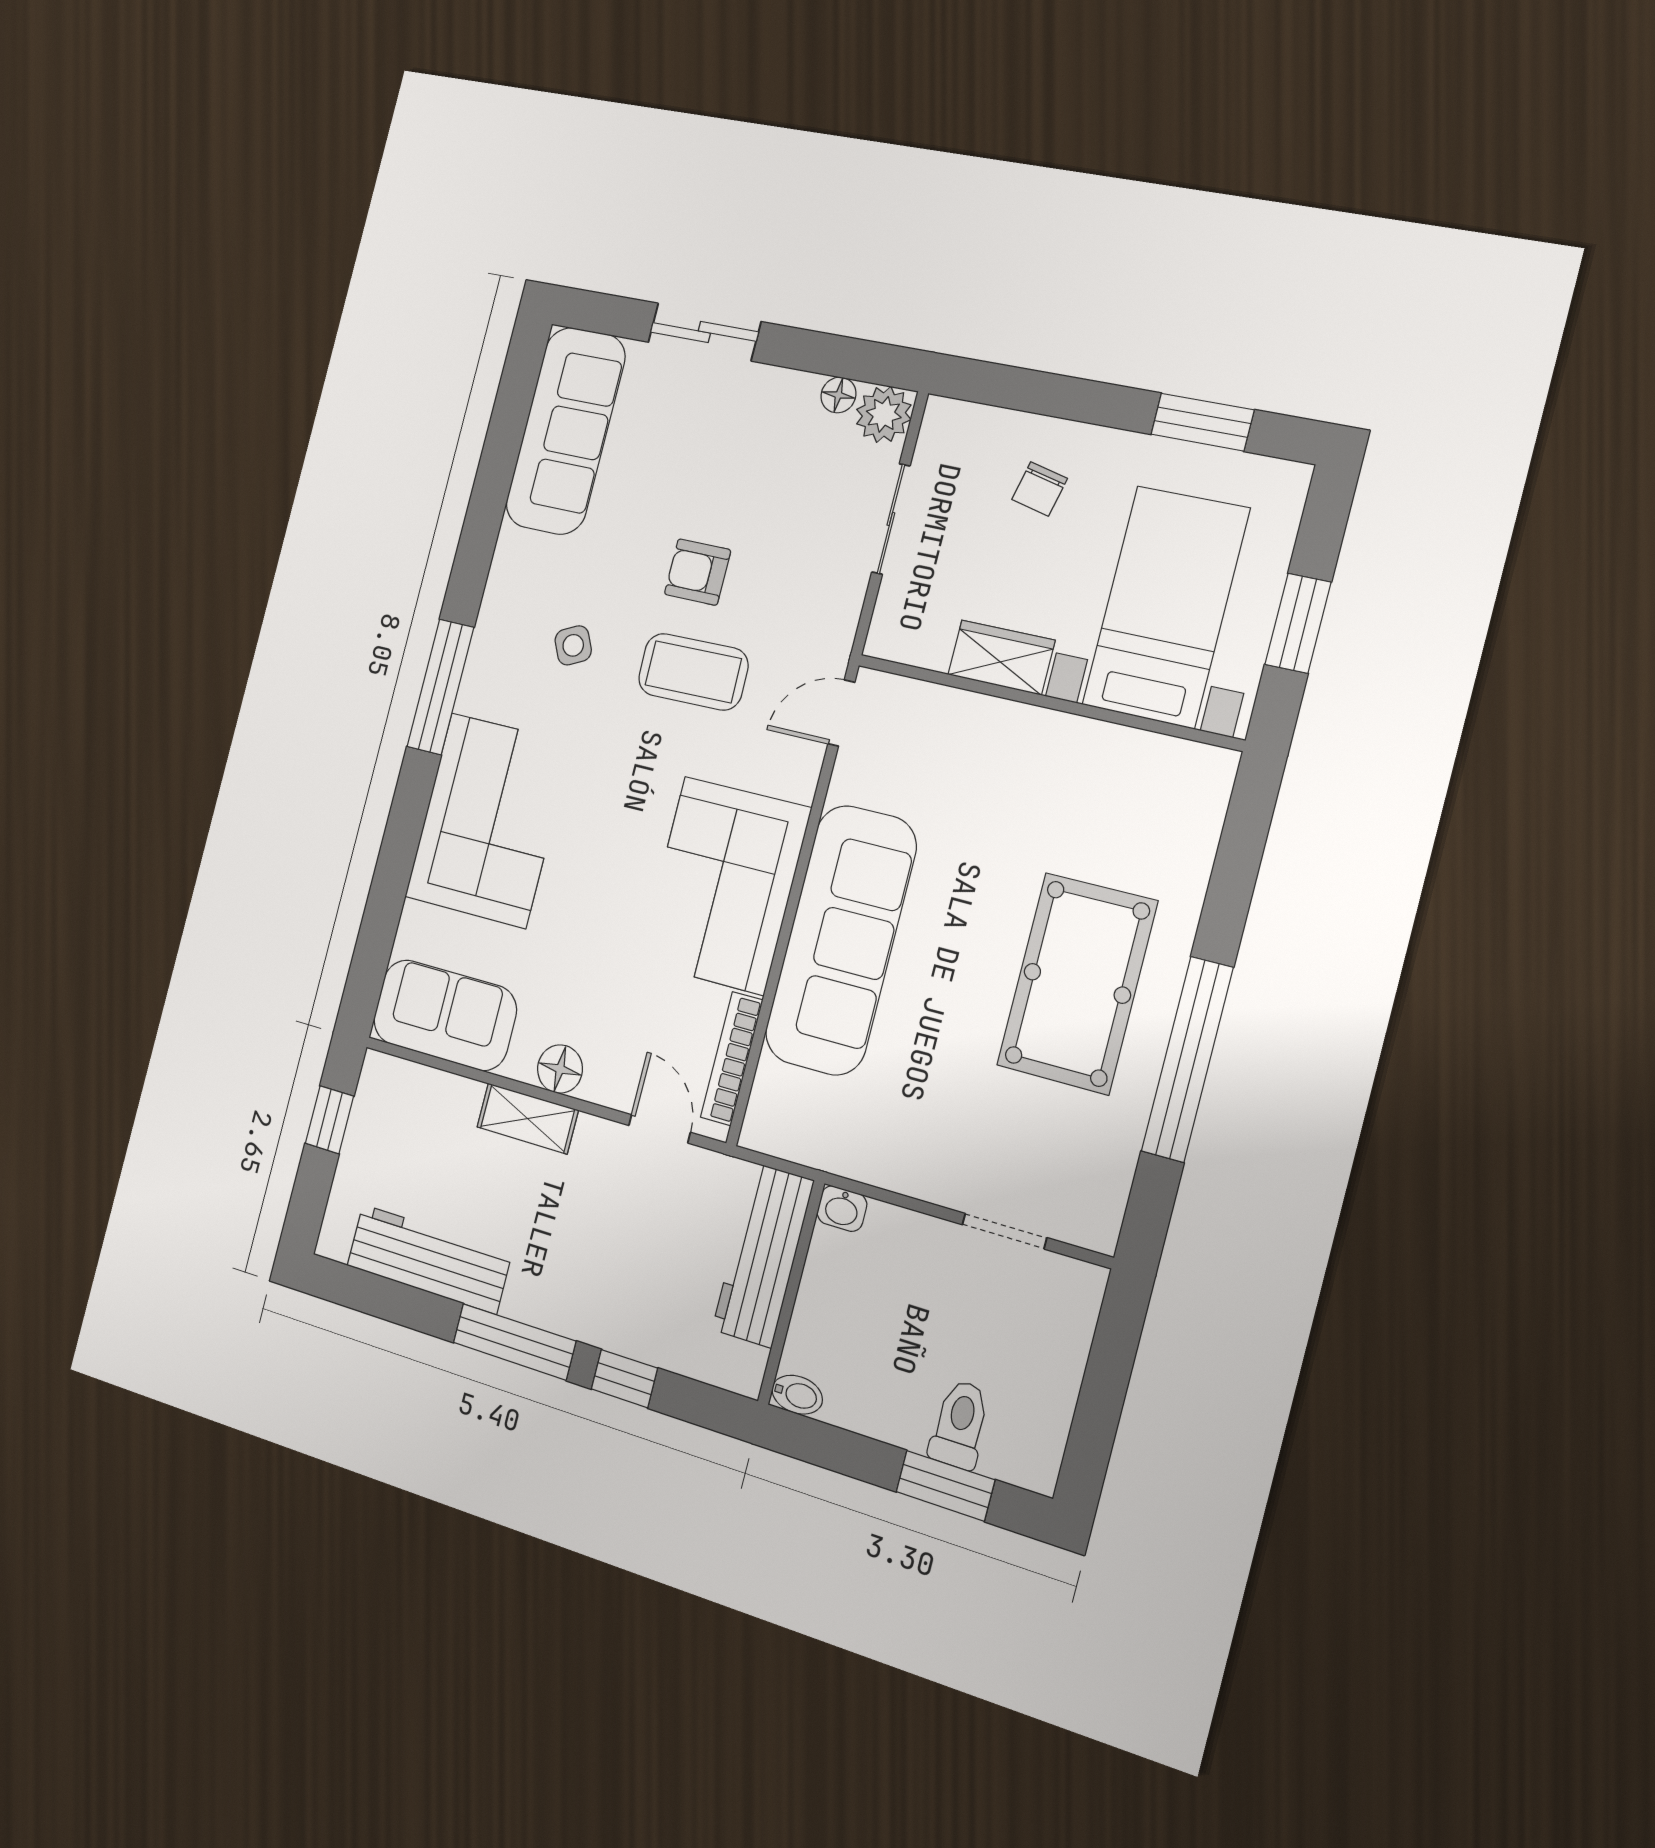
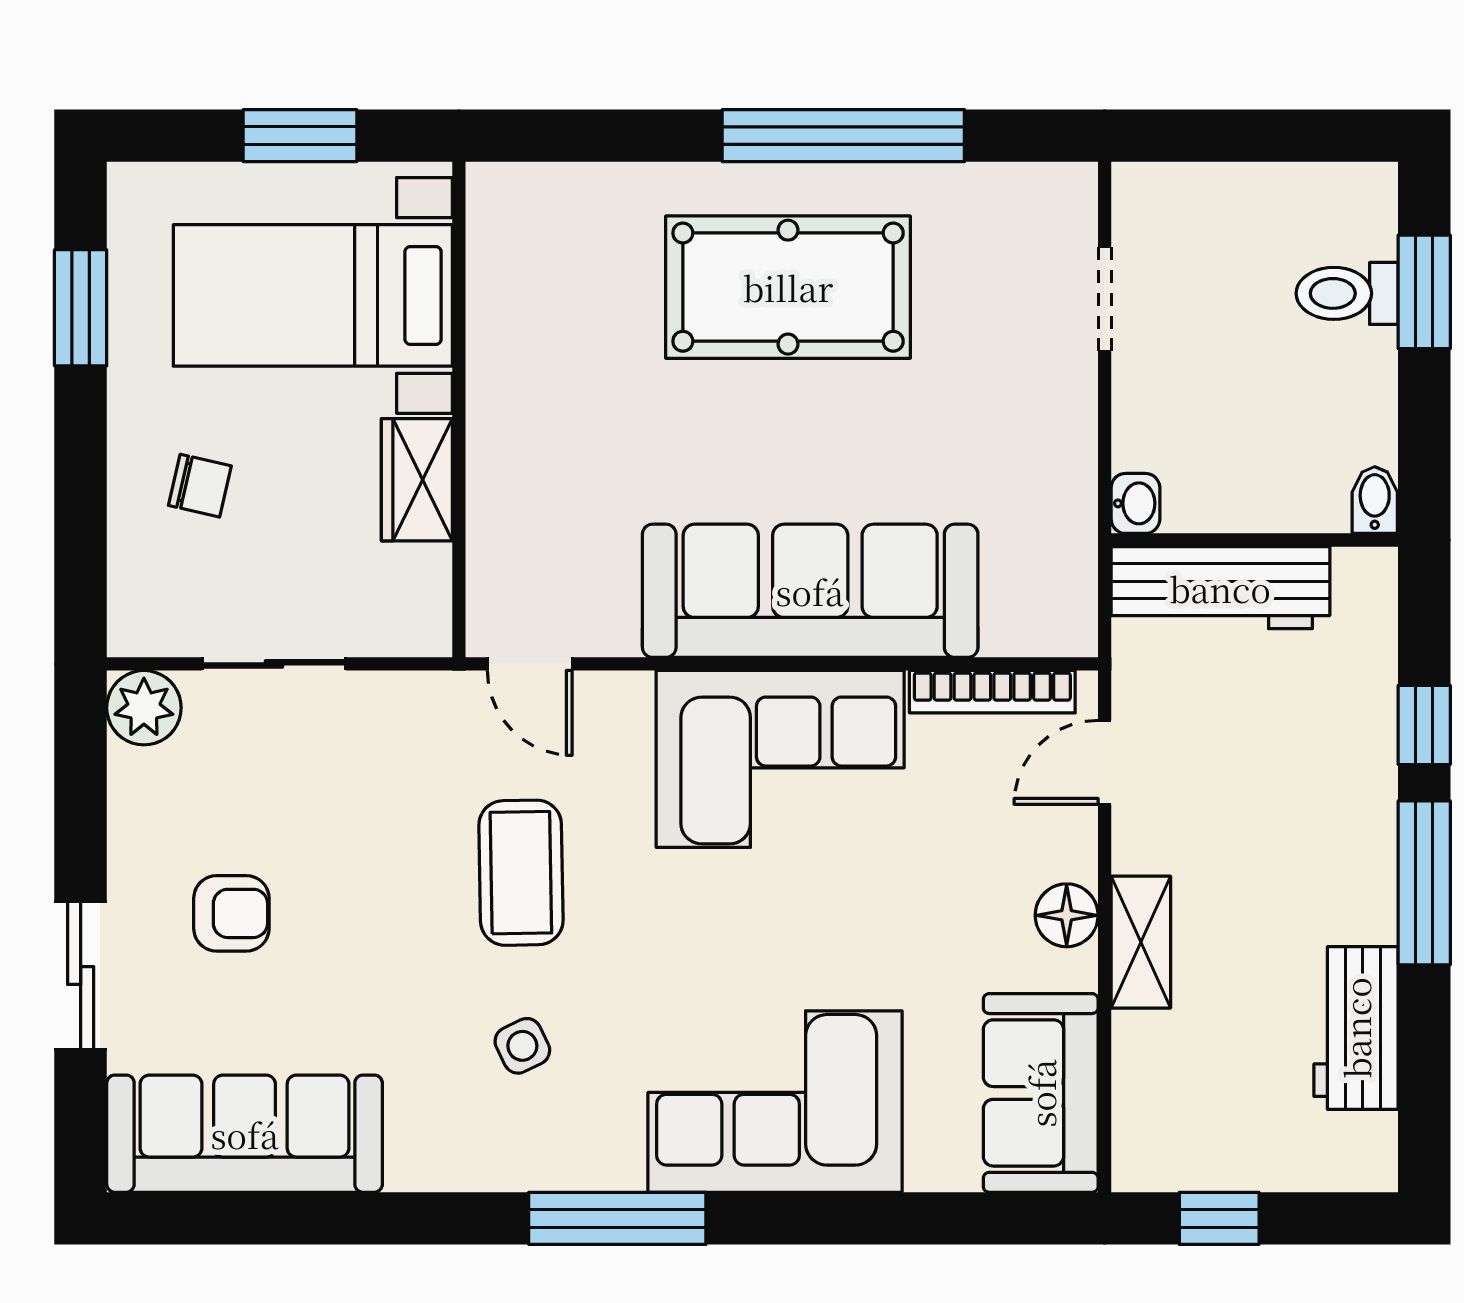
floor lamp: (838, 395) -> (130, 774), removed
armchair: (698, 572) -> (231, 913), moved, turned -90
workbench: (429, 1259) -> (1356, 1028), width x0.73

